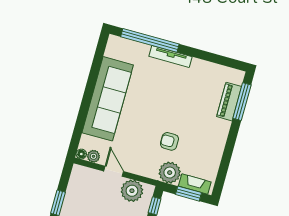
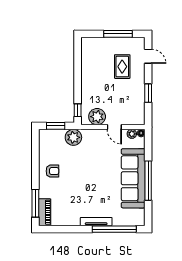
window: (89, 90) -> (148, 181), added
piano: (229, 102) -> (45, 212), moved
armchair: (169, 141) -> (52, 171), moved
fireplace: (195, 184) -> (53, 134), removed

